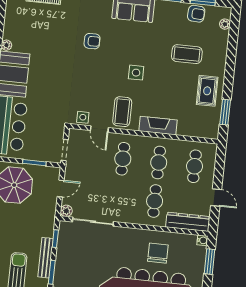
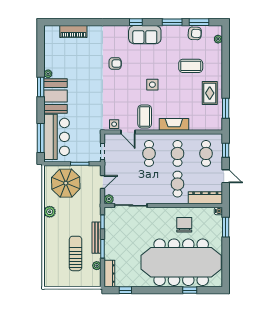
window: (220, 165) -> (226, 150), added

